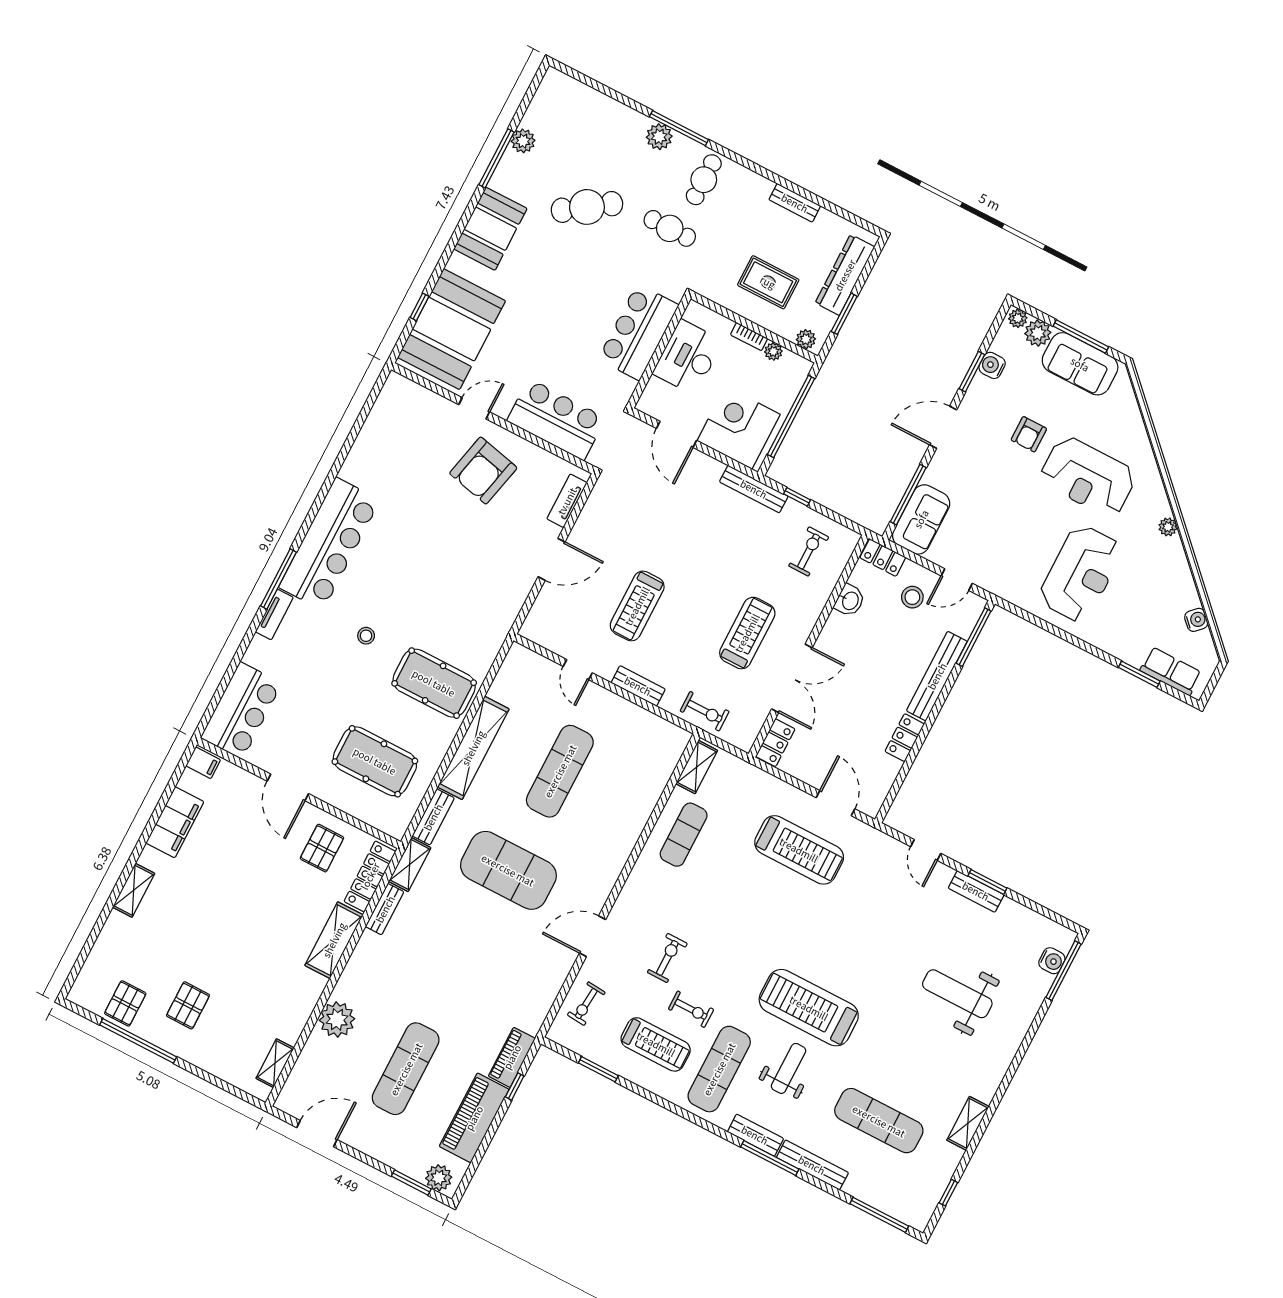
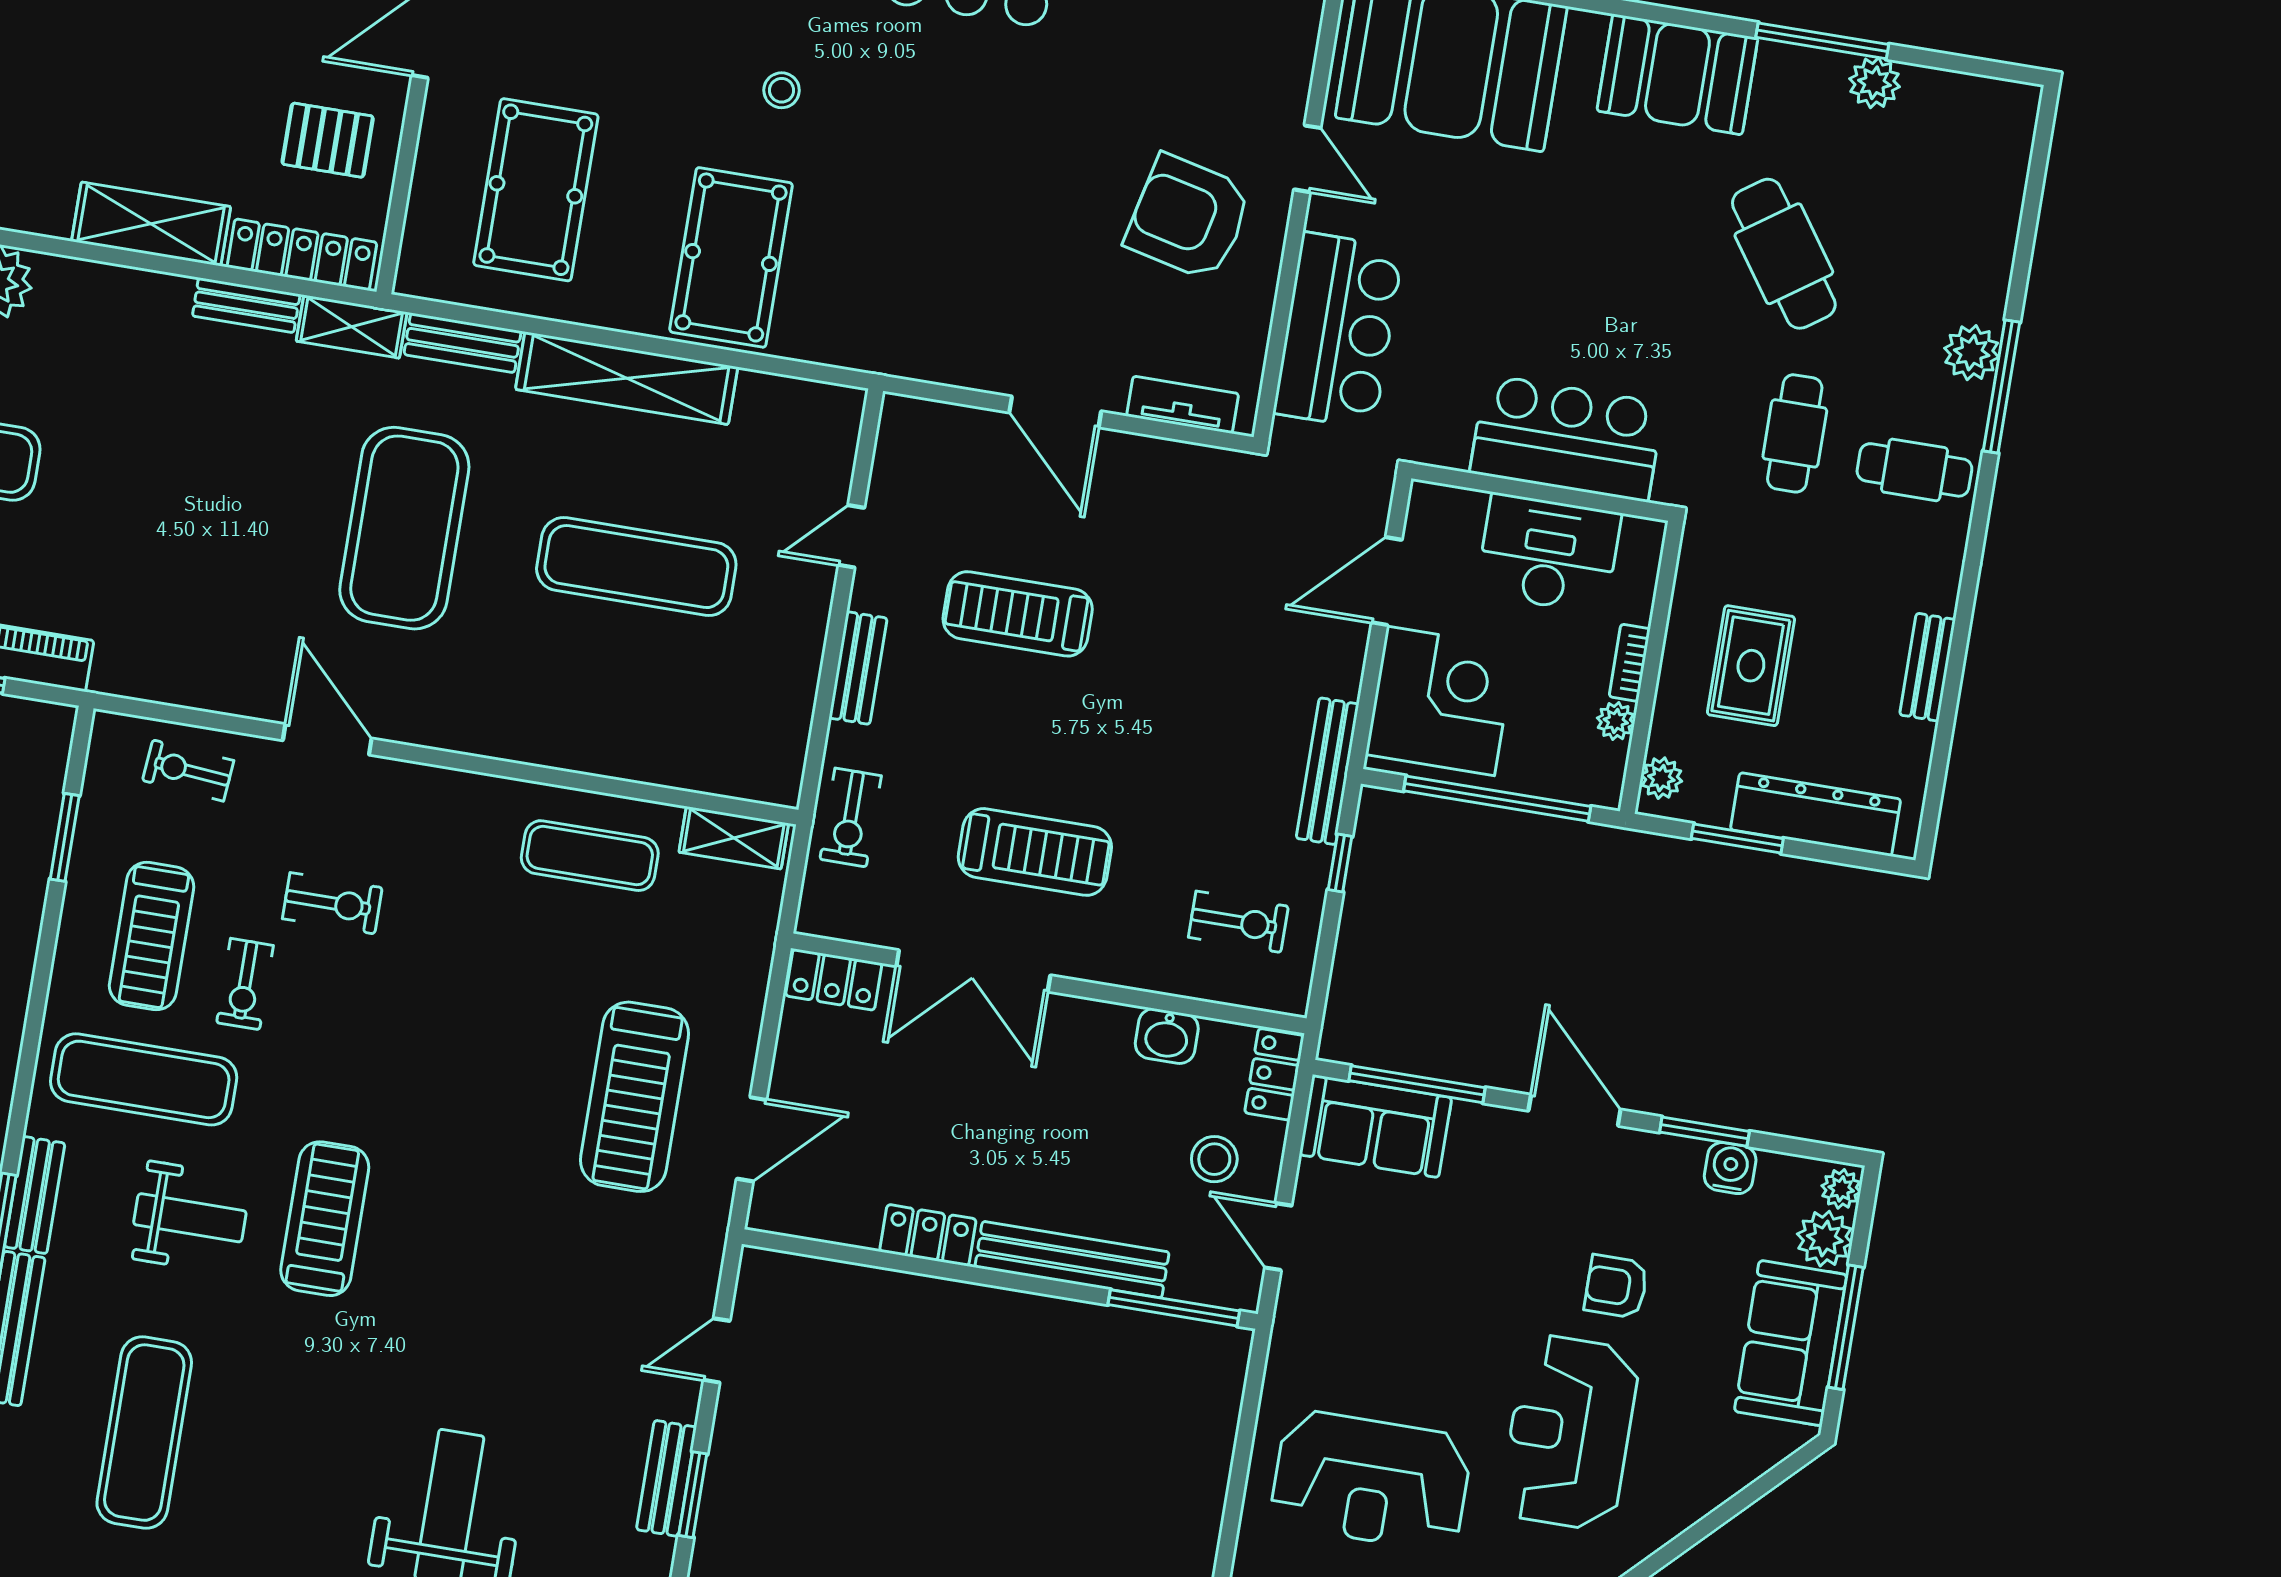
treadmill: (809, 1008) -> (325, 1219), width x0.73, depth x0.73

